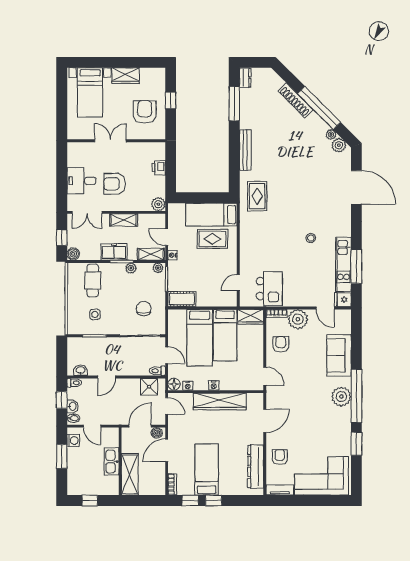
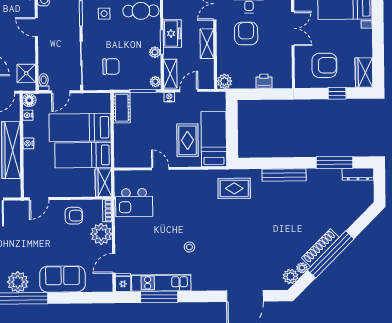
wardrobe: (126, 76) -> (364, 72), moved
dresser: (245, 78) -> (358, 174), width x1.44
shoe rack: (296, 100) -> (320, 248), moved
door: (238, 283) -> (160, 169), moved

